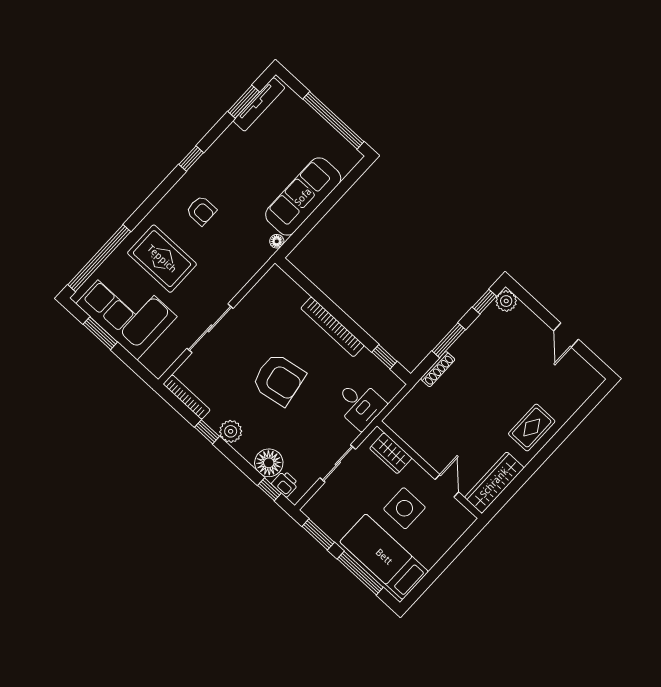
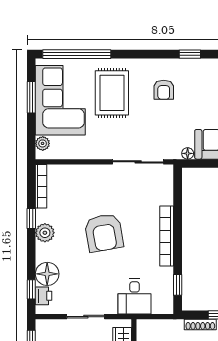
sliding door: (210, 328) -> (138, 162), moved
plant: (150, 361) -> (43, 143), added

